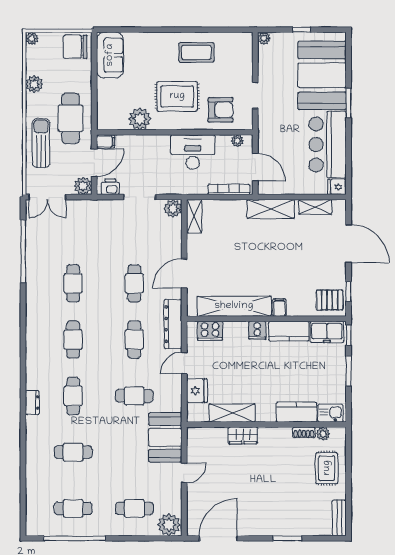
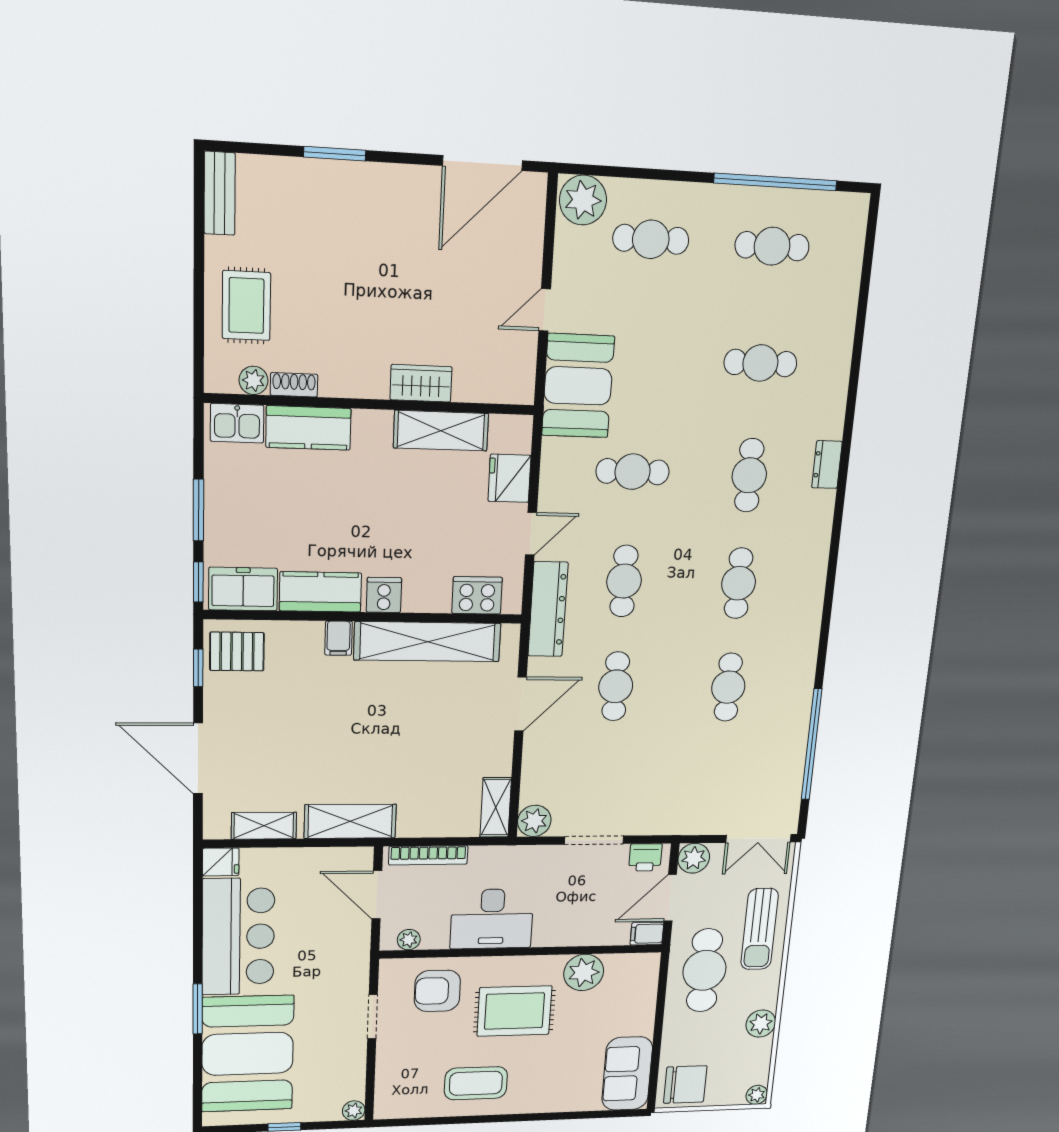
double door: (47, 197) -> (758, 839), swing flipped

